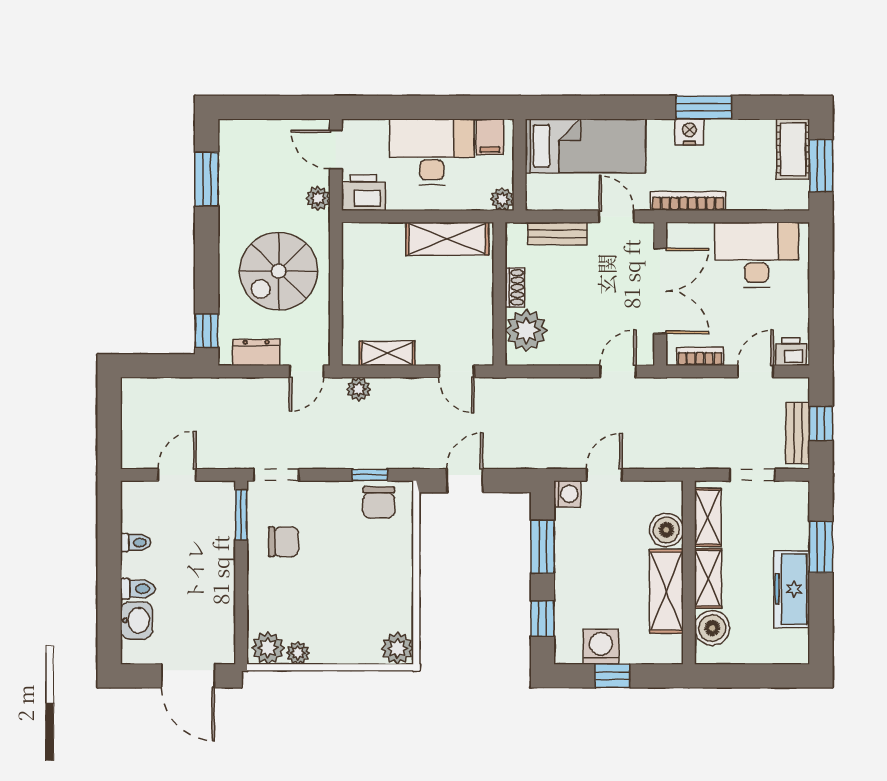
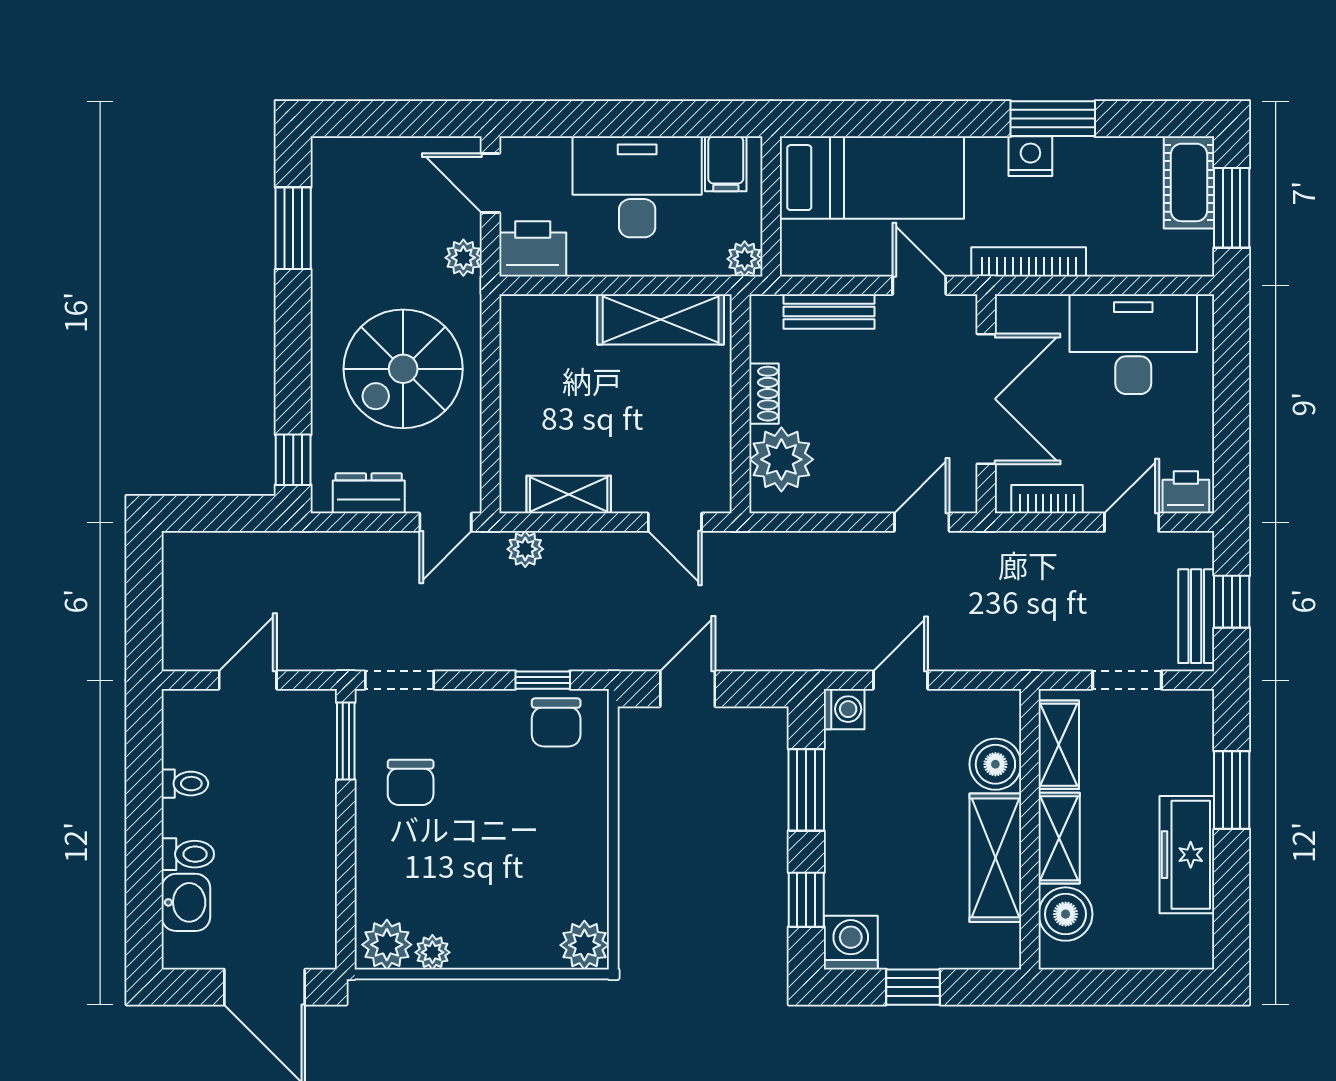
chair: (284, 542) -> (411, 782), turned 90
washing machine: (601, 647) -> (851, 943), moved

